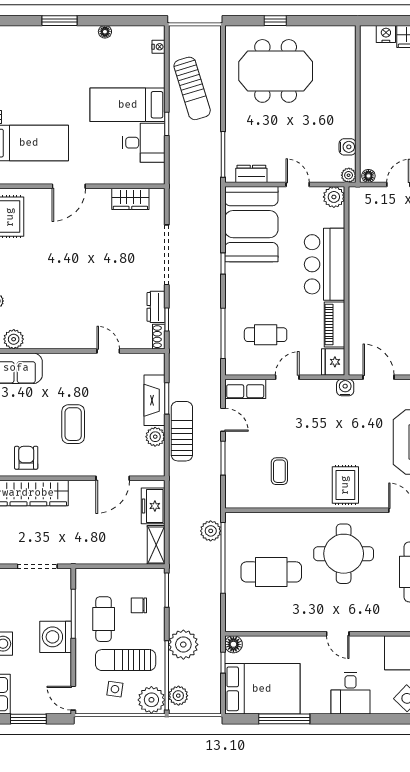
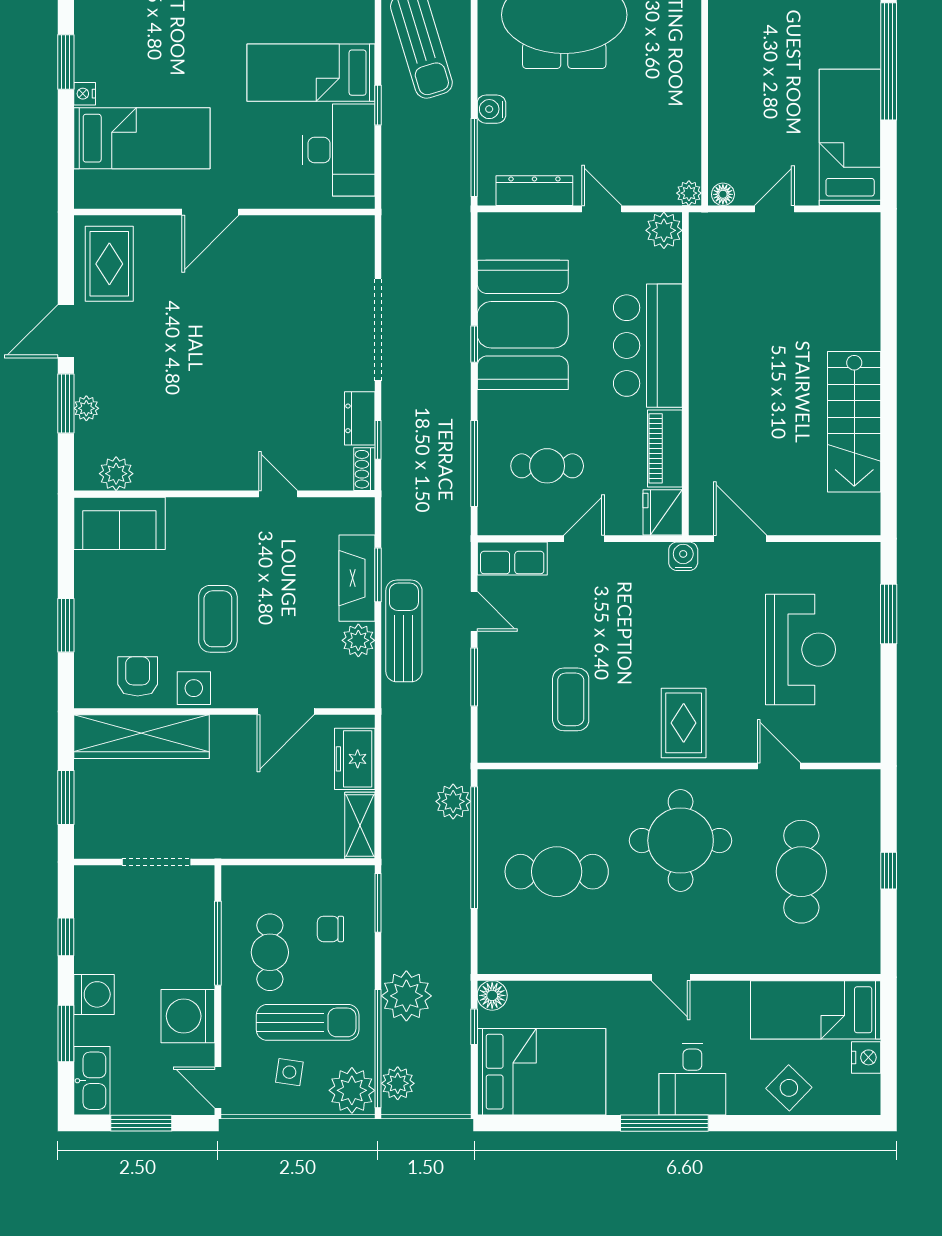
desk: (144, 143) -> (339, 150), width x1.37
water cooler: (348, 147) -> (491, 109), moved, turned 180
dresser: (251, 174) -> (534, 191), width x1.44
wardrobe: (130, 199) -> (316, 234), removed
booth: (251, 224) -> (523, 325), moved
side table: (59, 465) -> (194, 688), added
coffee table: (279, 471) -> (571, 699), width x1.36, depth x1.30
washing machine: (56, 637) -> (188, 1016), moved
sun lounger: (126, 660) -> (308, 1022), turned 180
window: (284, 719) -> (664, 1123), moved

